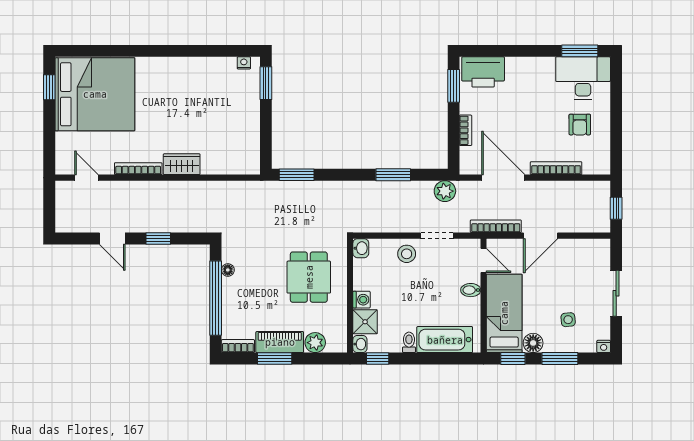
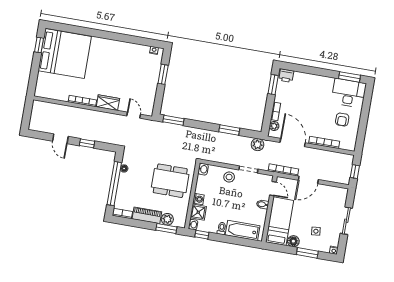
printer: (483, 72) -> (286, 76), width x0.53, depth x0.68
window: (266, 83) -> (163, 74), moved
plant: (467, 155) -> (274, 126), added
door: (86, 178) -> (134, 115), moved
dining table: (309, 277) -> (170, 181), width x1.38
window: (275, 358) -> (166, 229), moved
window: (513, 358) -> (280, 248), removed

